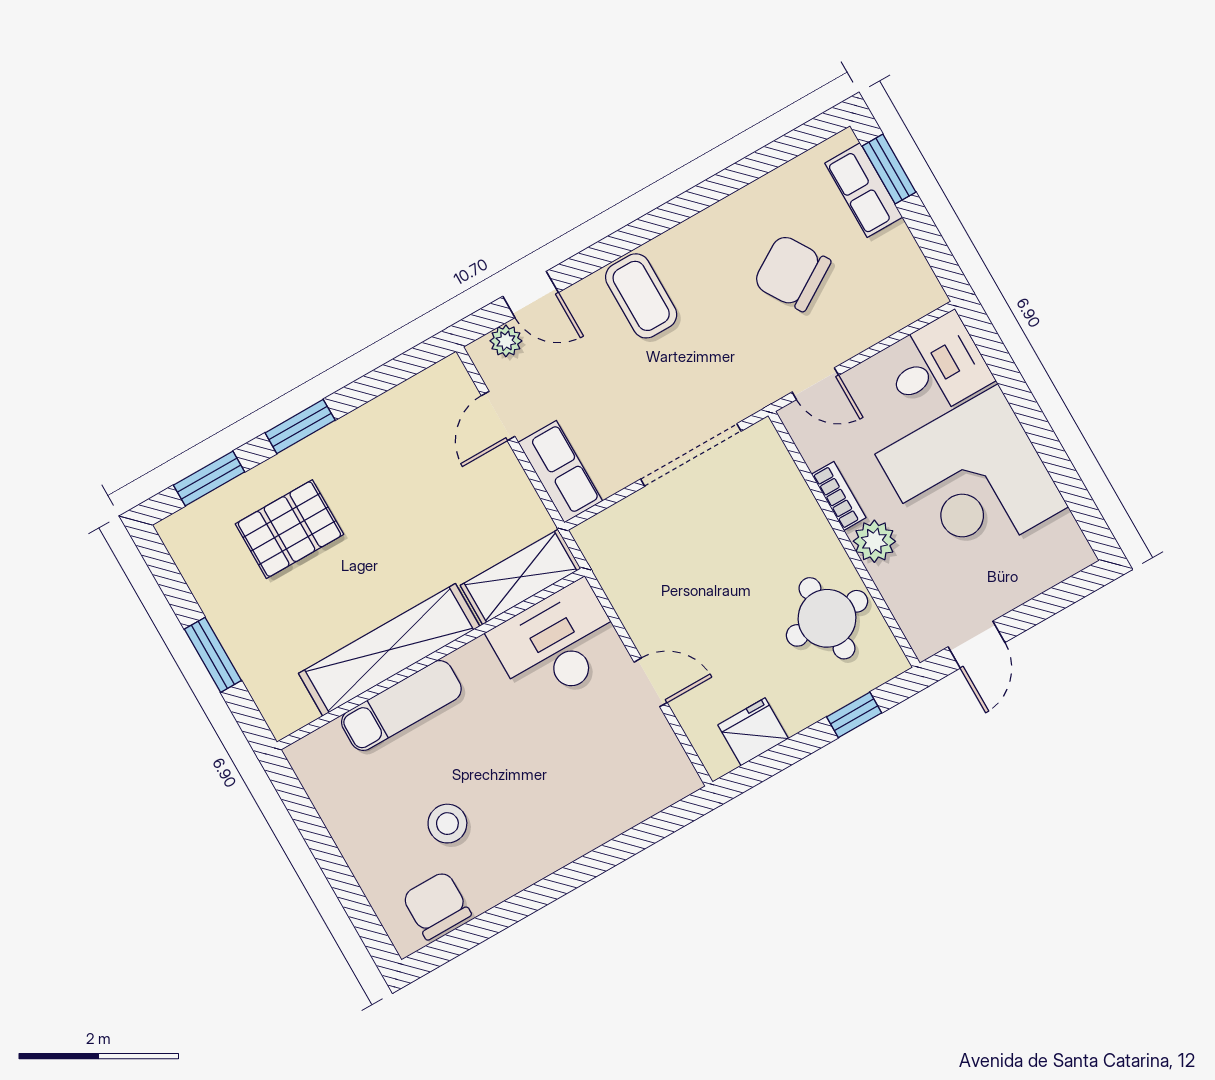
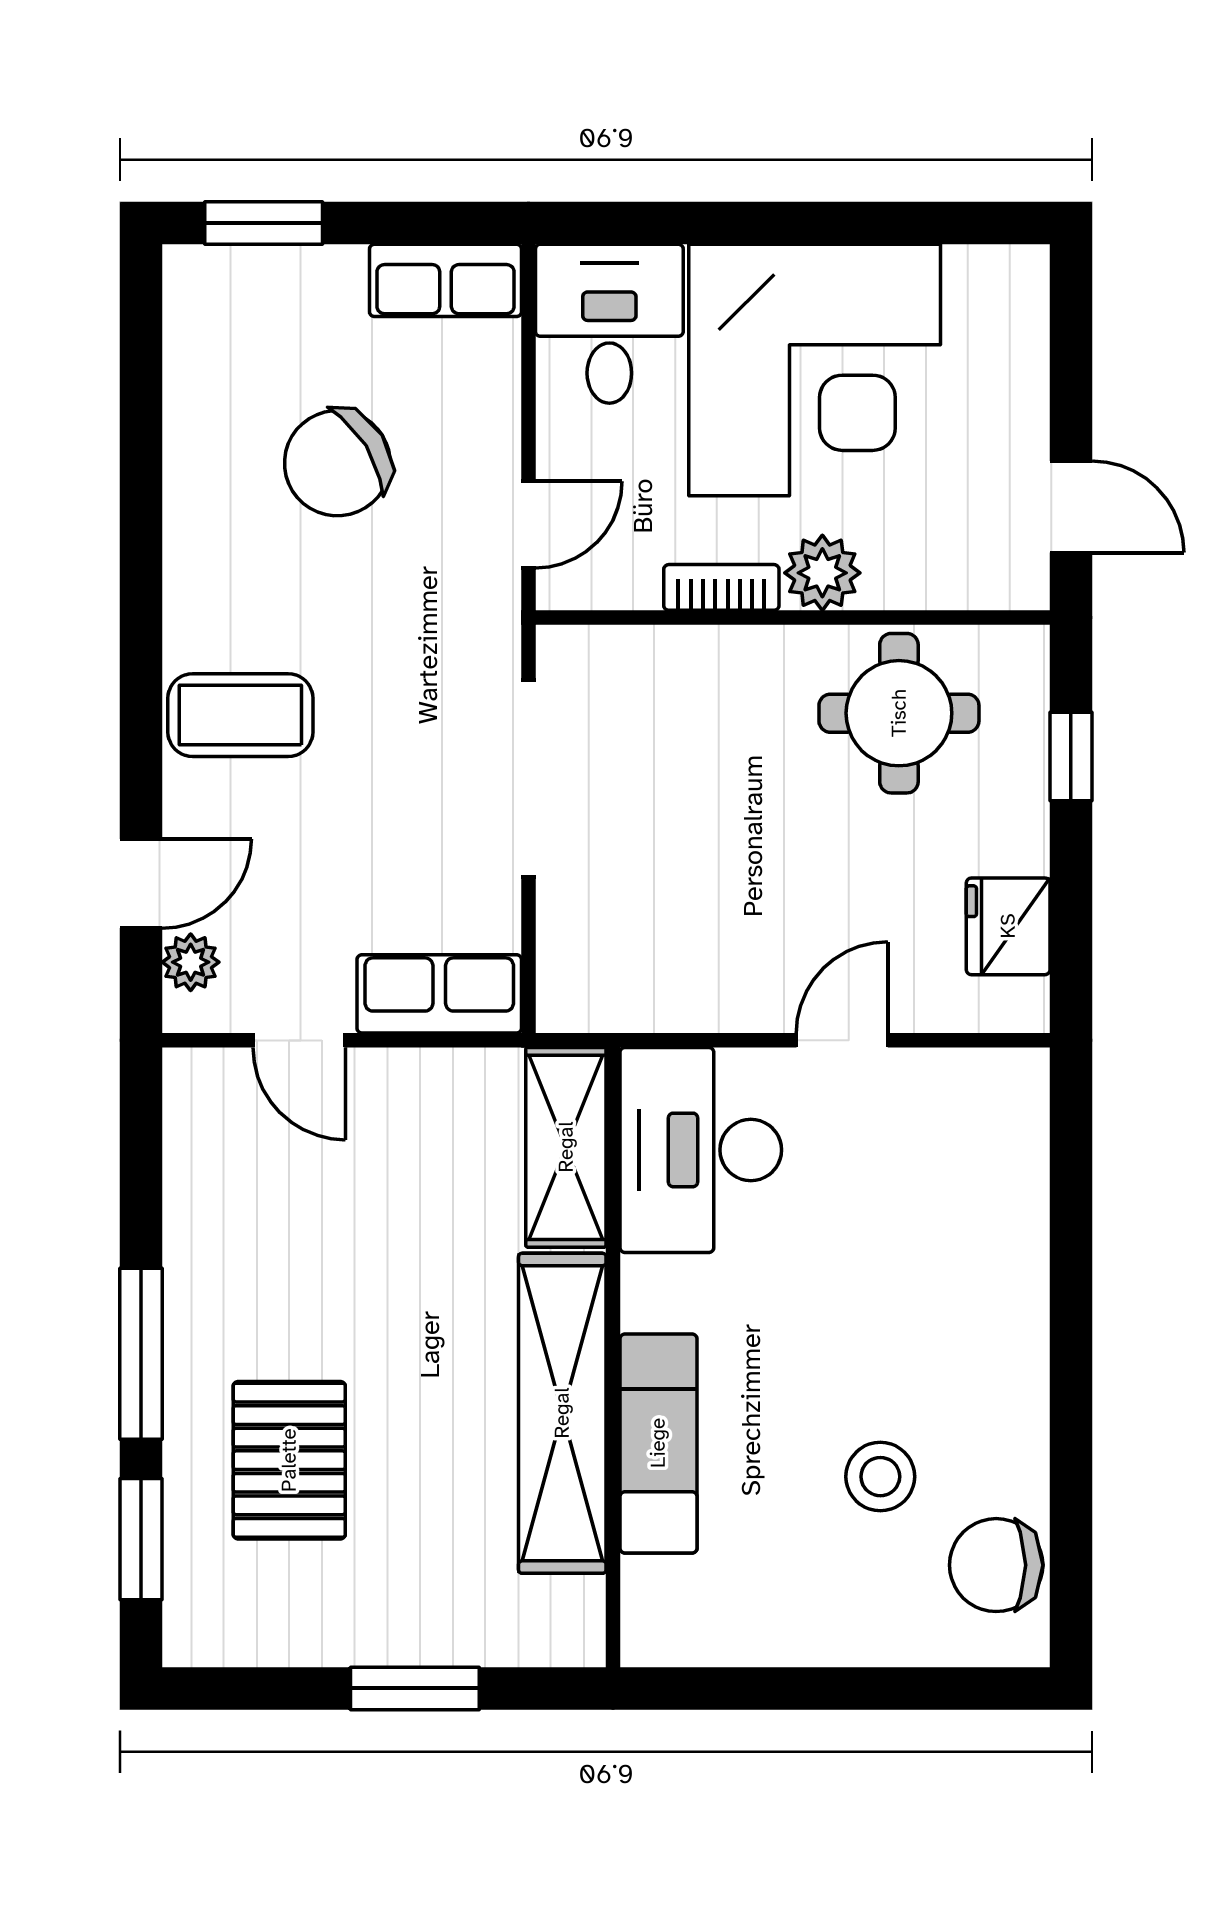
row of seats: (864, 190) -> (446, 280), moved
window: (300, 427) -> (141, 1354), width x1.44

